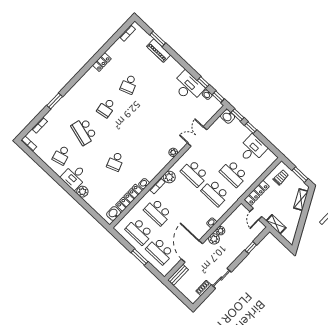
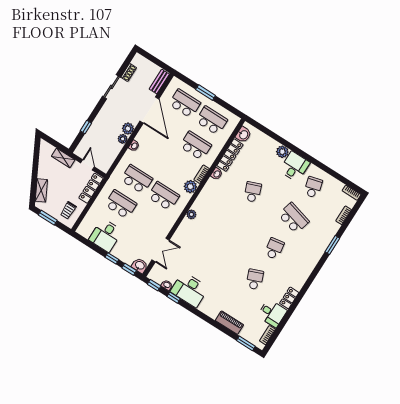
window: (158, 39) -> (246, 343), moved
desk: (119, 52) -> (272, 313), added
double door: (197, 136) -> (161, 250), moved

